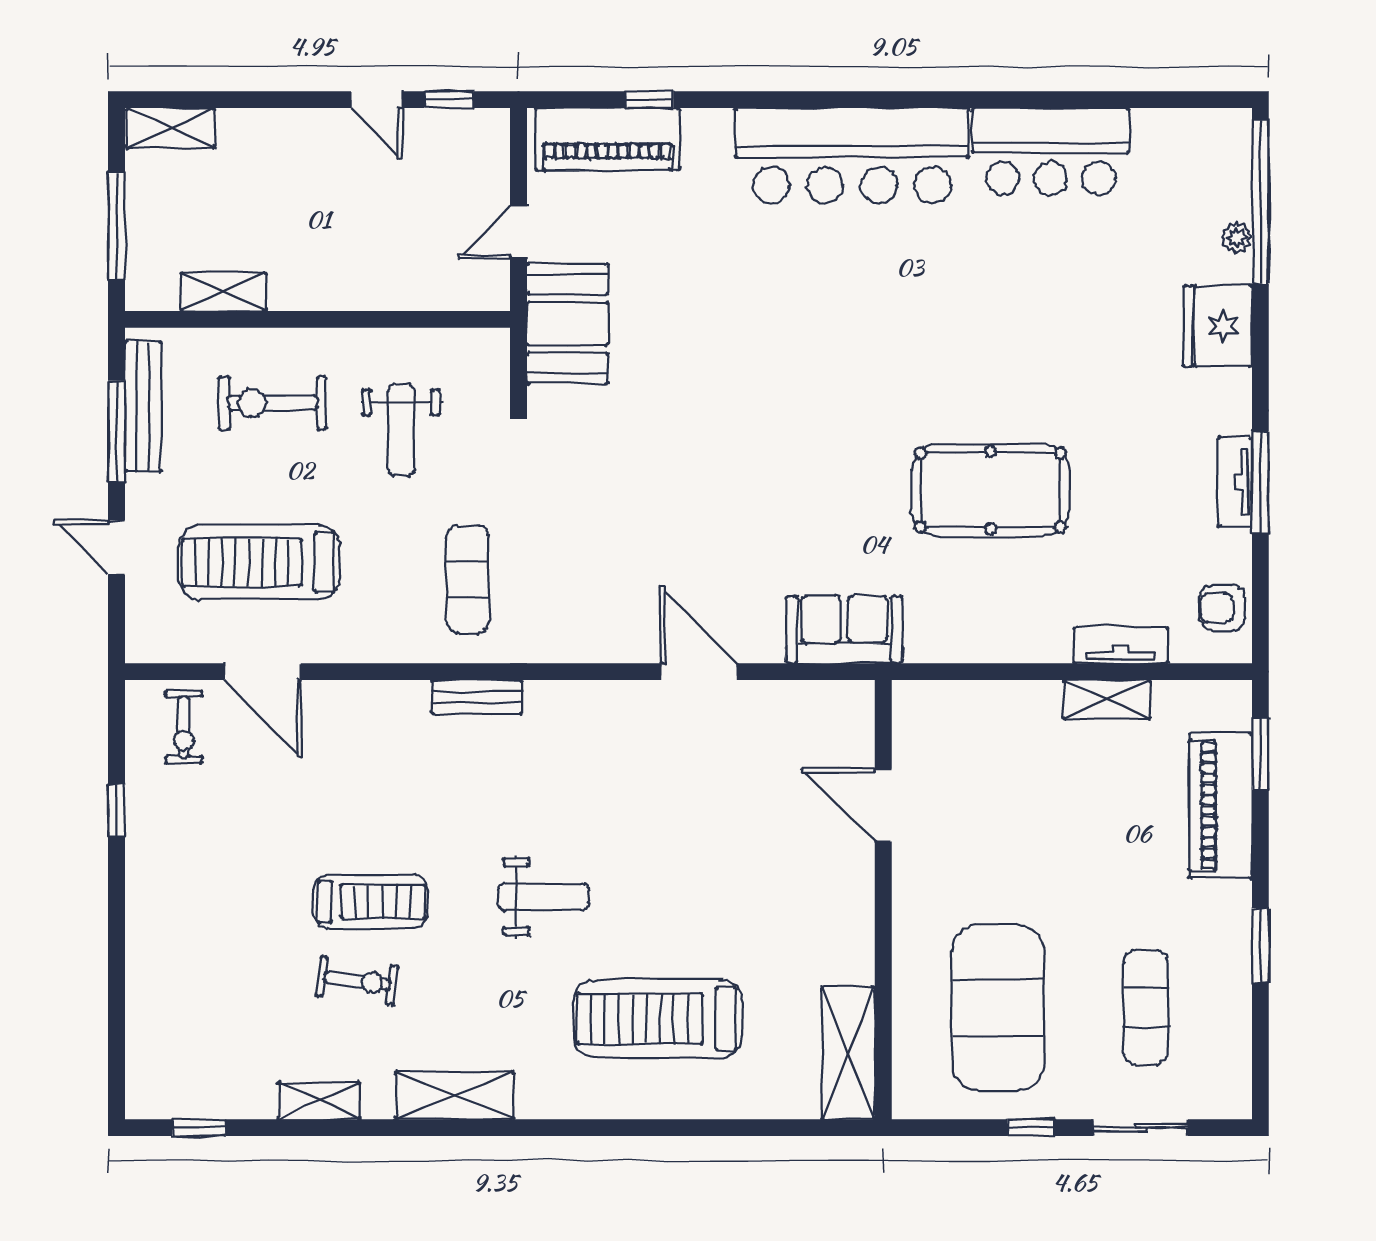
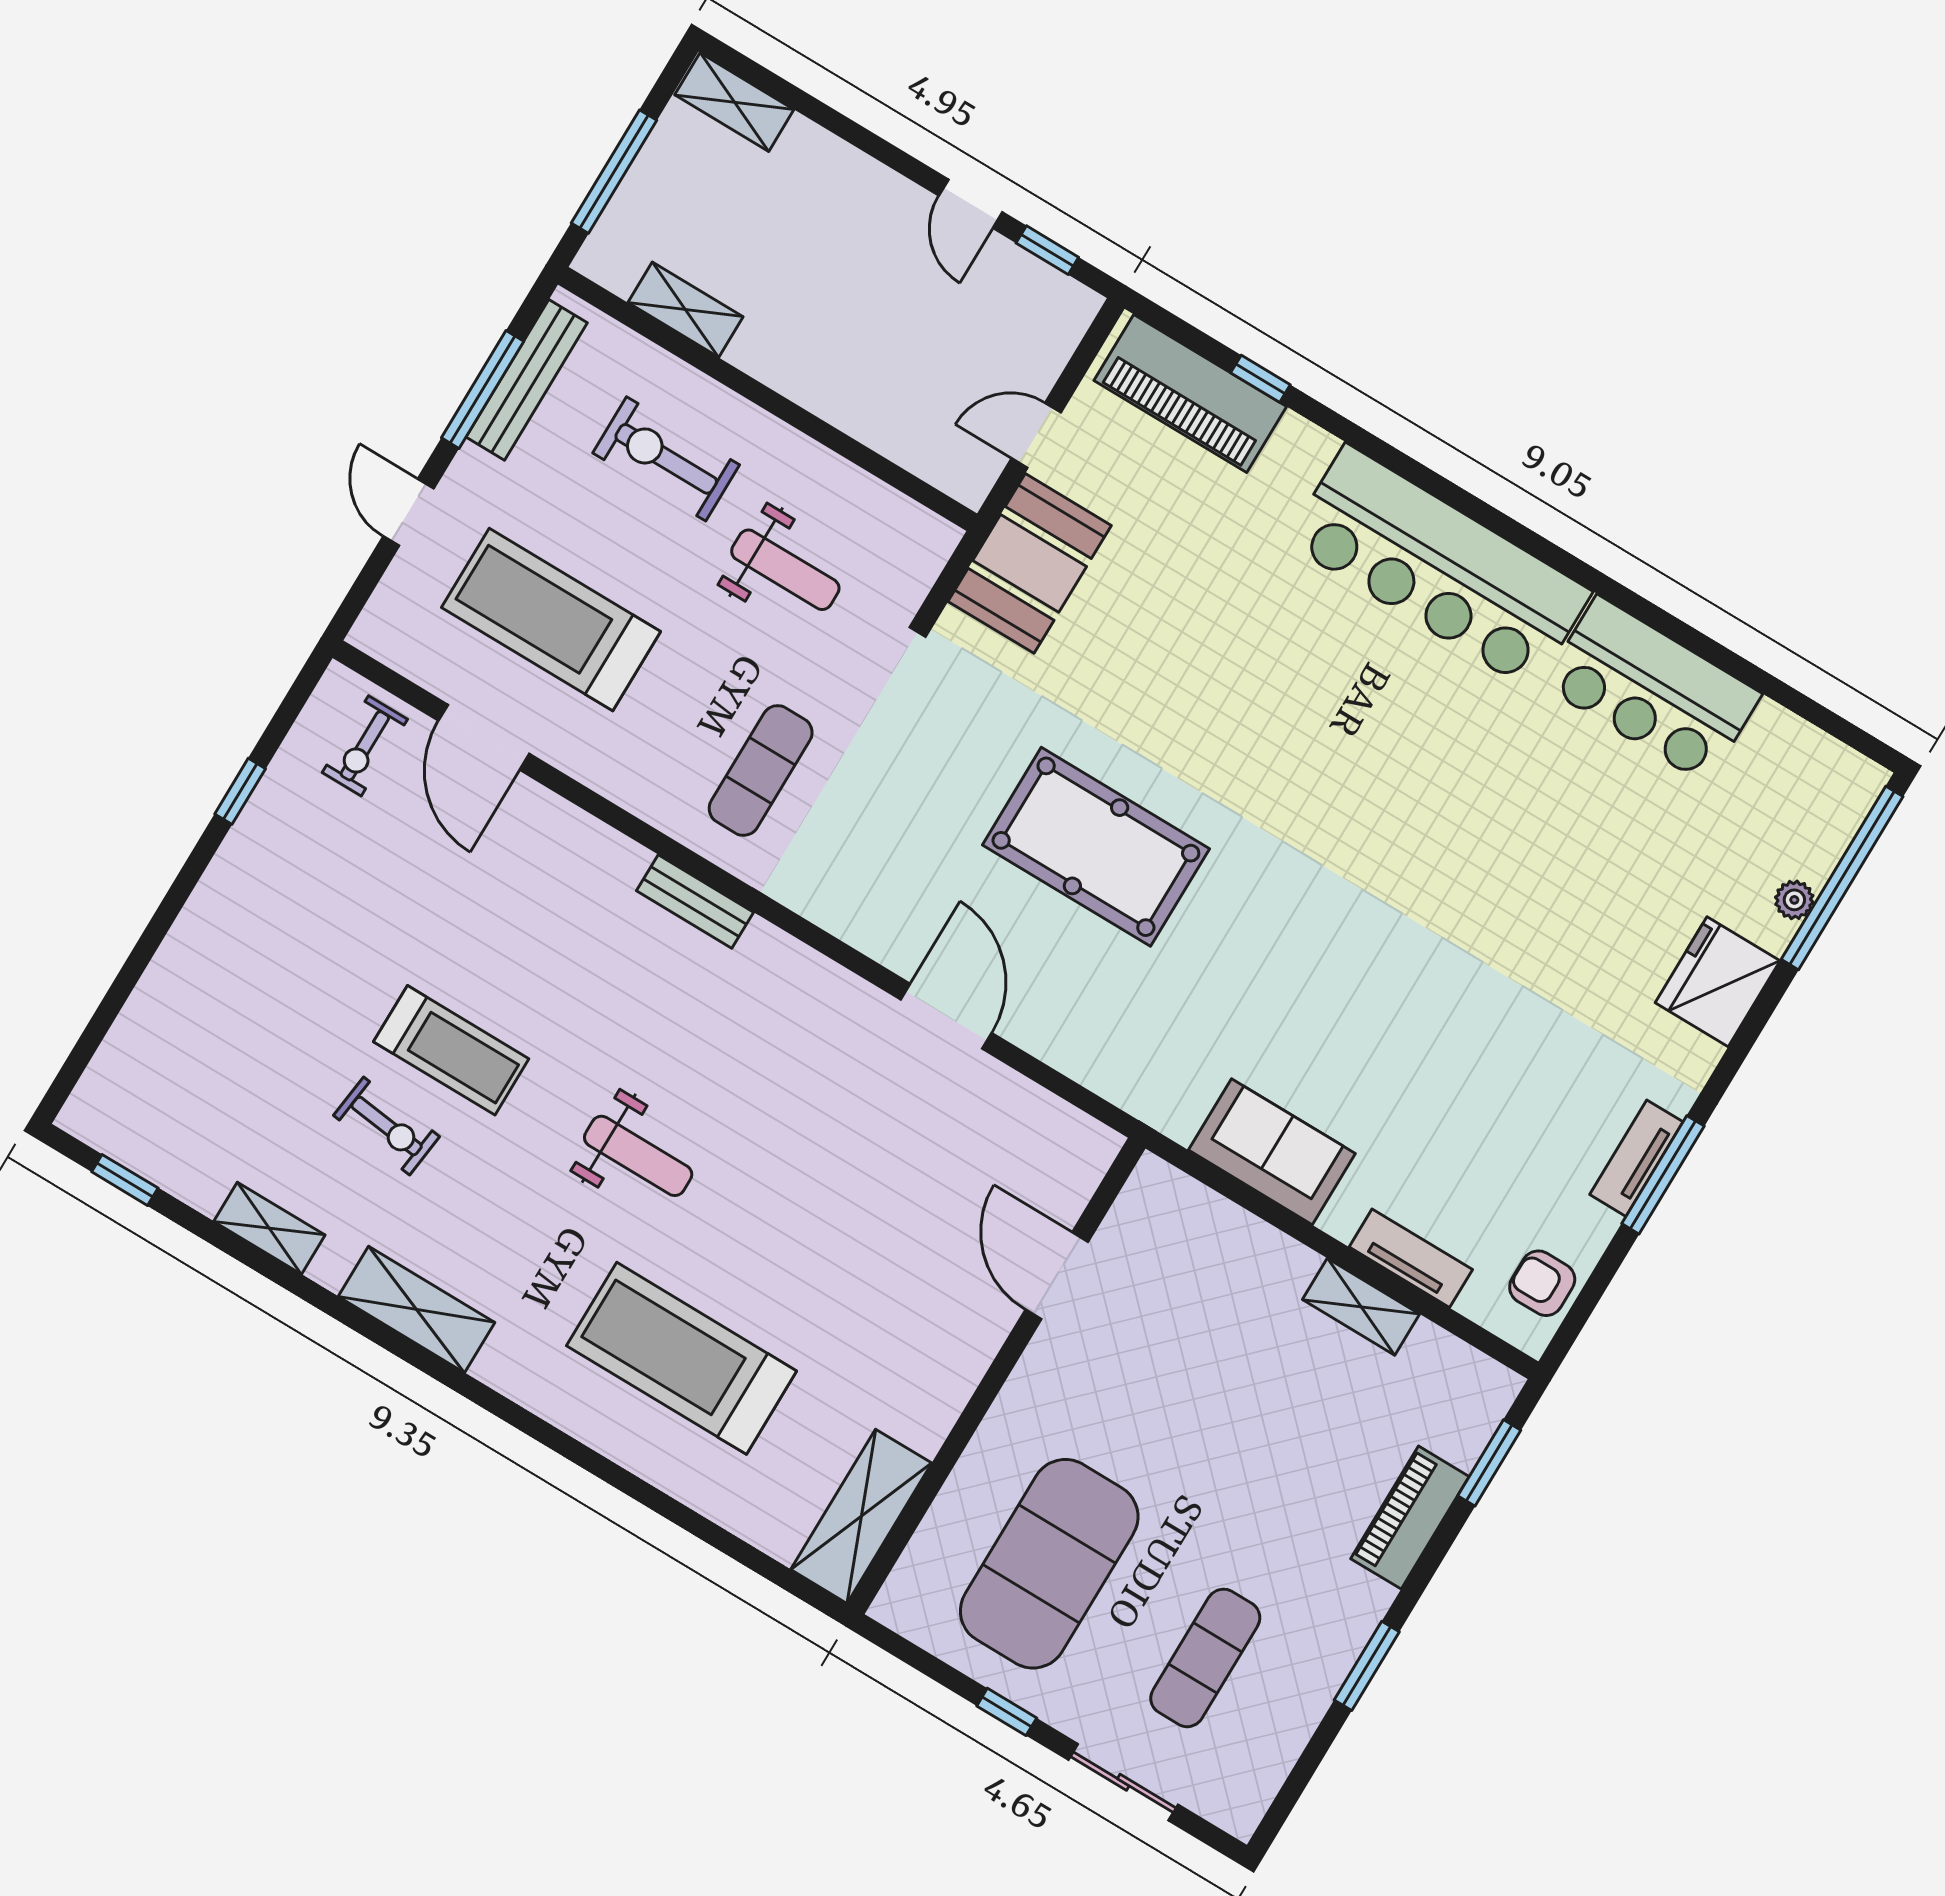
weight bench: (401, 430) -> (785, 570), turned -90
pool table: (990, 490) -> (1096, 847), moved
sofa: (844, 630) -> (1272, 1152), moved
piano: (1221, 806) -> (1410, 1518), width x0.73, depth x0.75

